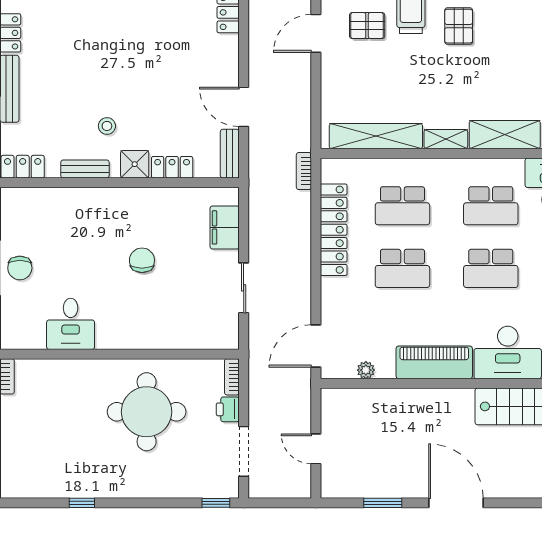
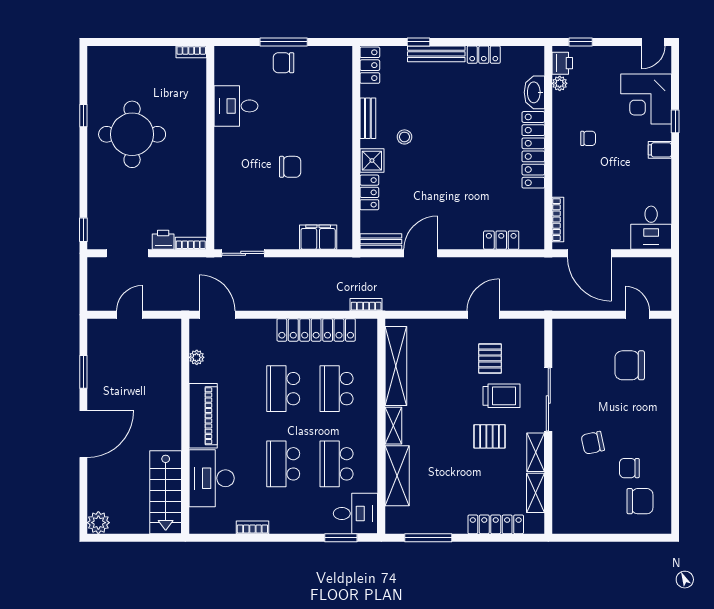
door: (316, 33) -> (483, 315), hinge flipped
sliding door: (244, 288) -> (243, 253), moved
round table: (147, 412) -> (132, 134), moved

